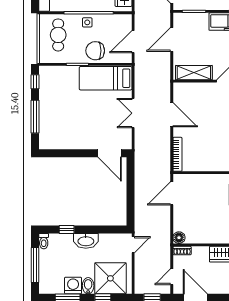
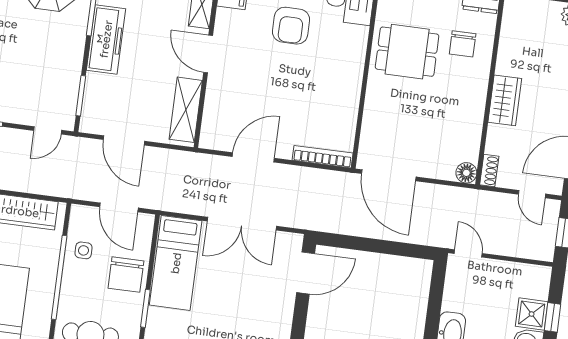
side table: (87, 22) -> (84, 250), moved
double door: (133, 113) -> (242, 224), width x1.37
door: (172, 193) -> (389, 175), width x1.36
shower: (110, 278) -> (532, 314), width x0.54, depth x0.54

